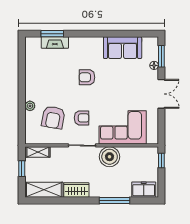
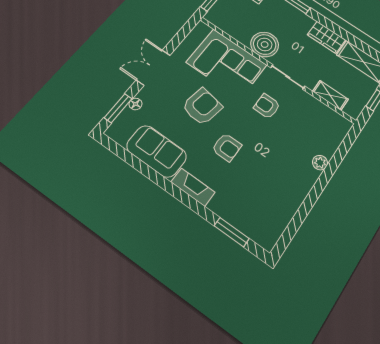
fireplace: (55, 42) -> (193, 187), moved
armchair: (53, 117) -> (202, 107), moved
shelving: (38, 152) -> (330, 95), moved

